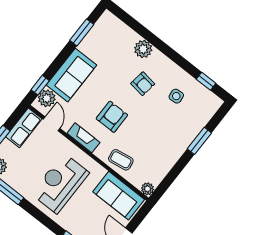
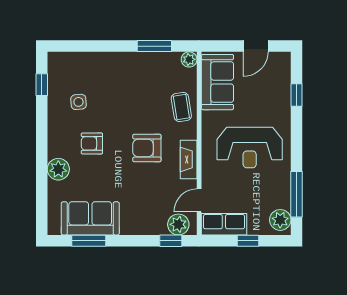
sofa: (71, 75) -> (90, 218), moved
armchair: (143, 84) -> (92, 143), turned -98
window: (199, 141) -> (154, 46), moved

